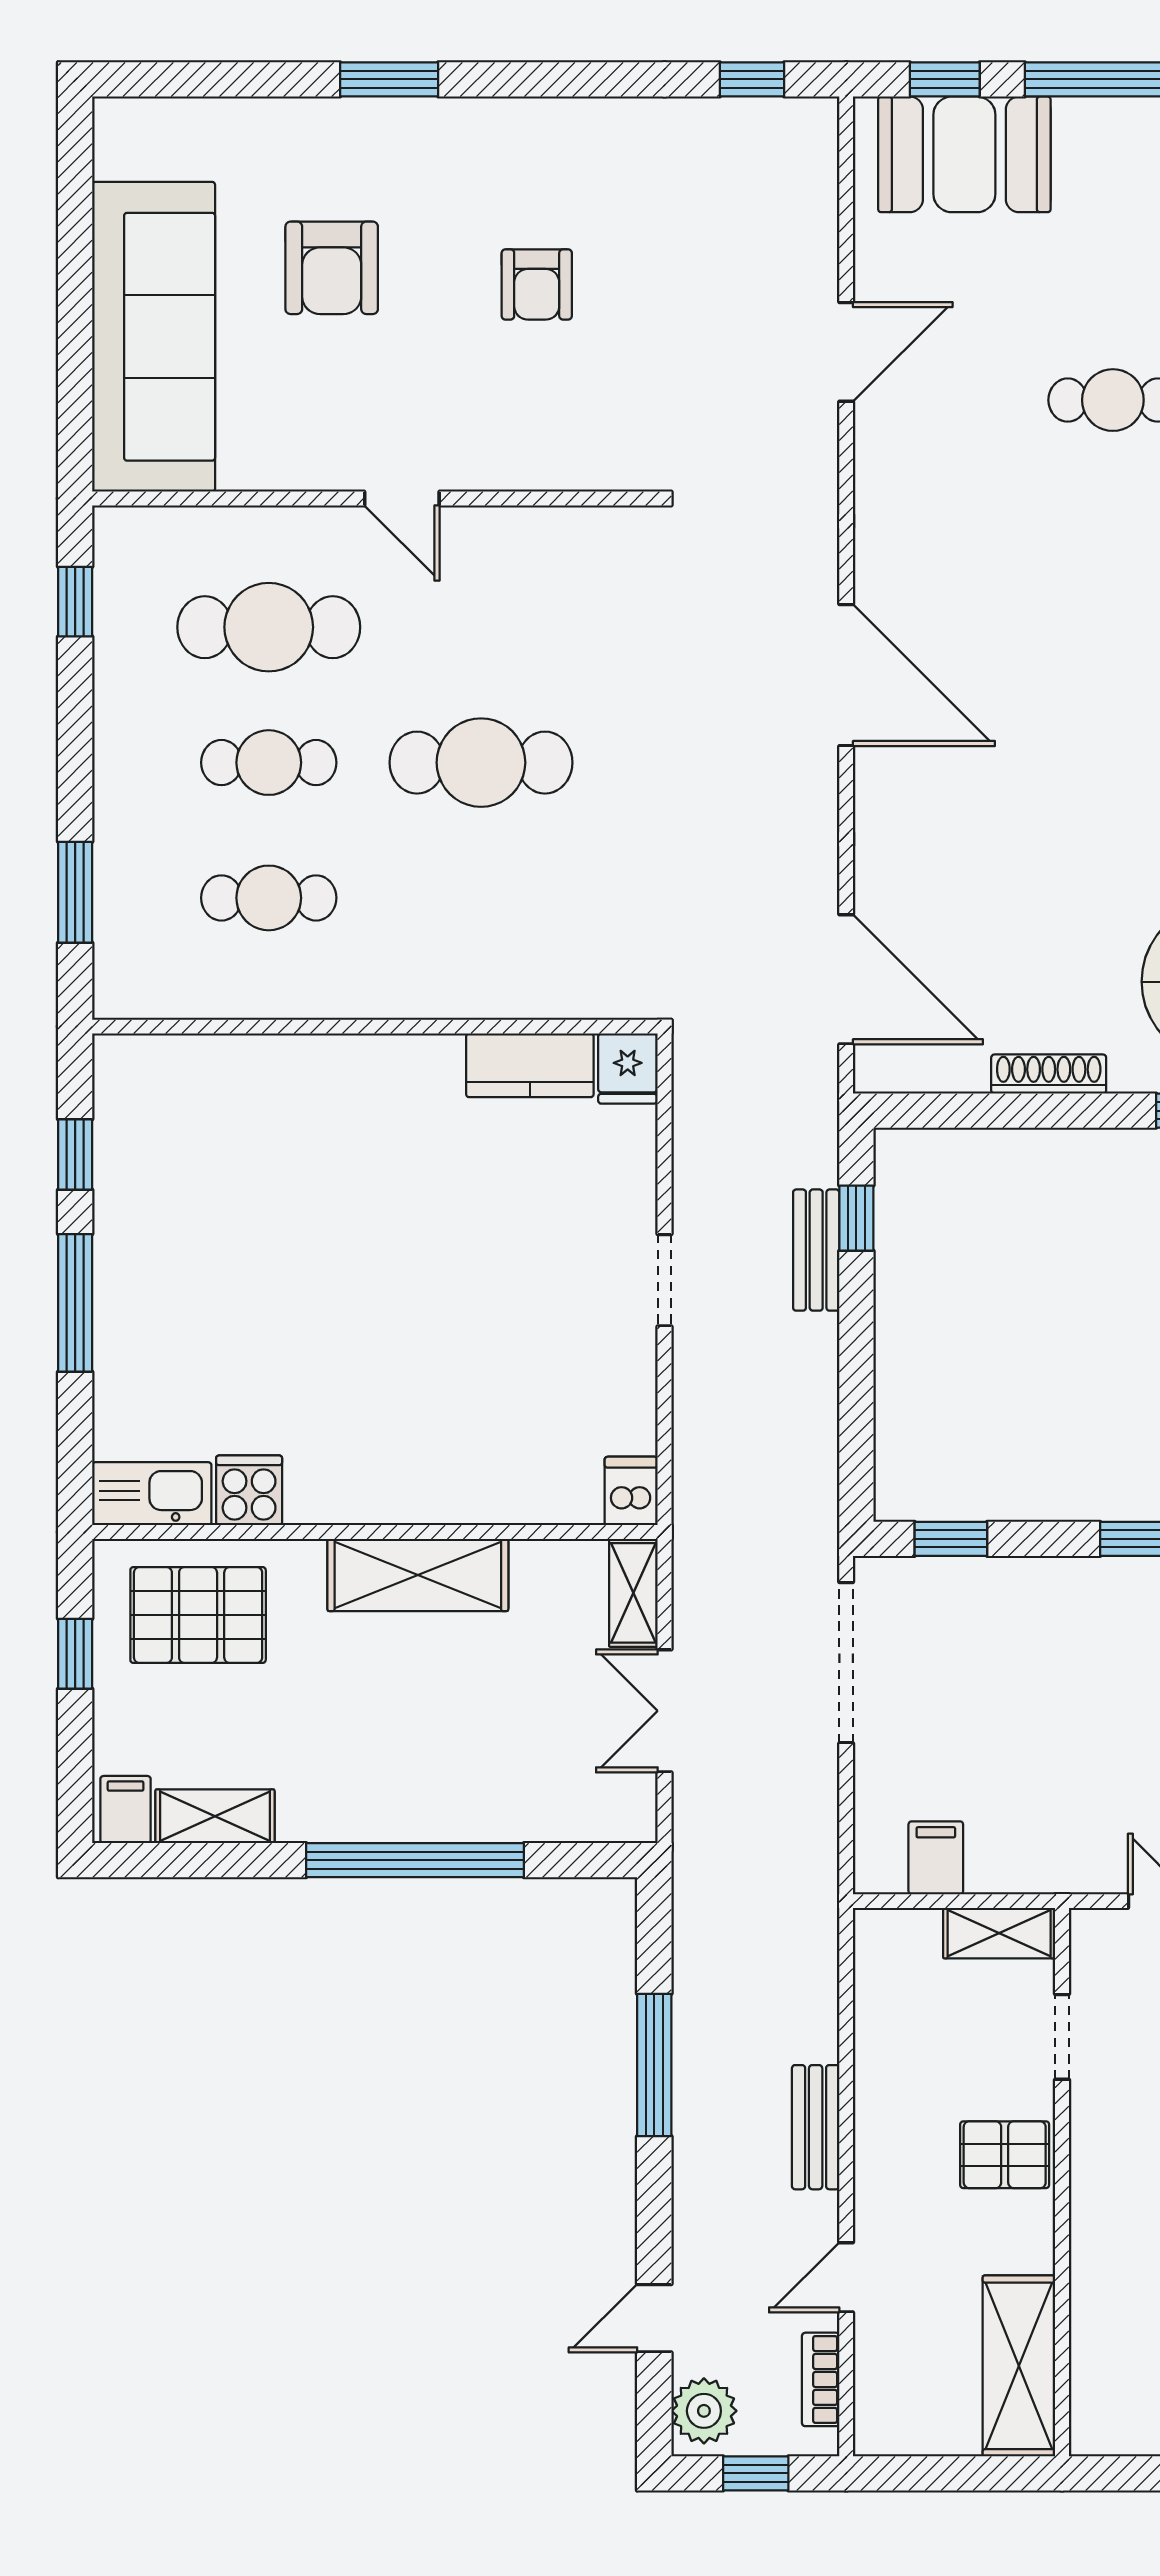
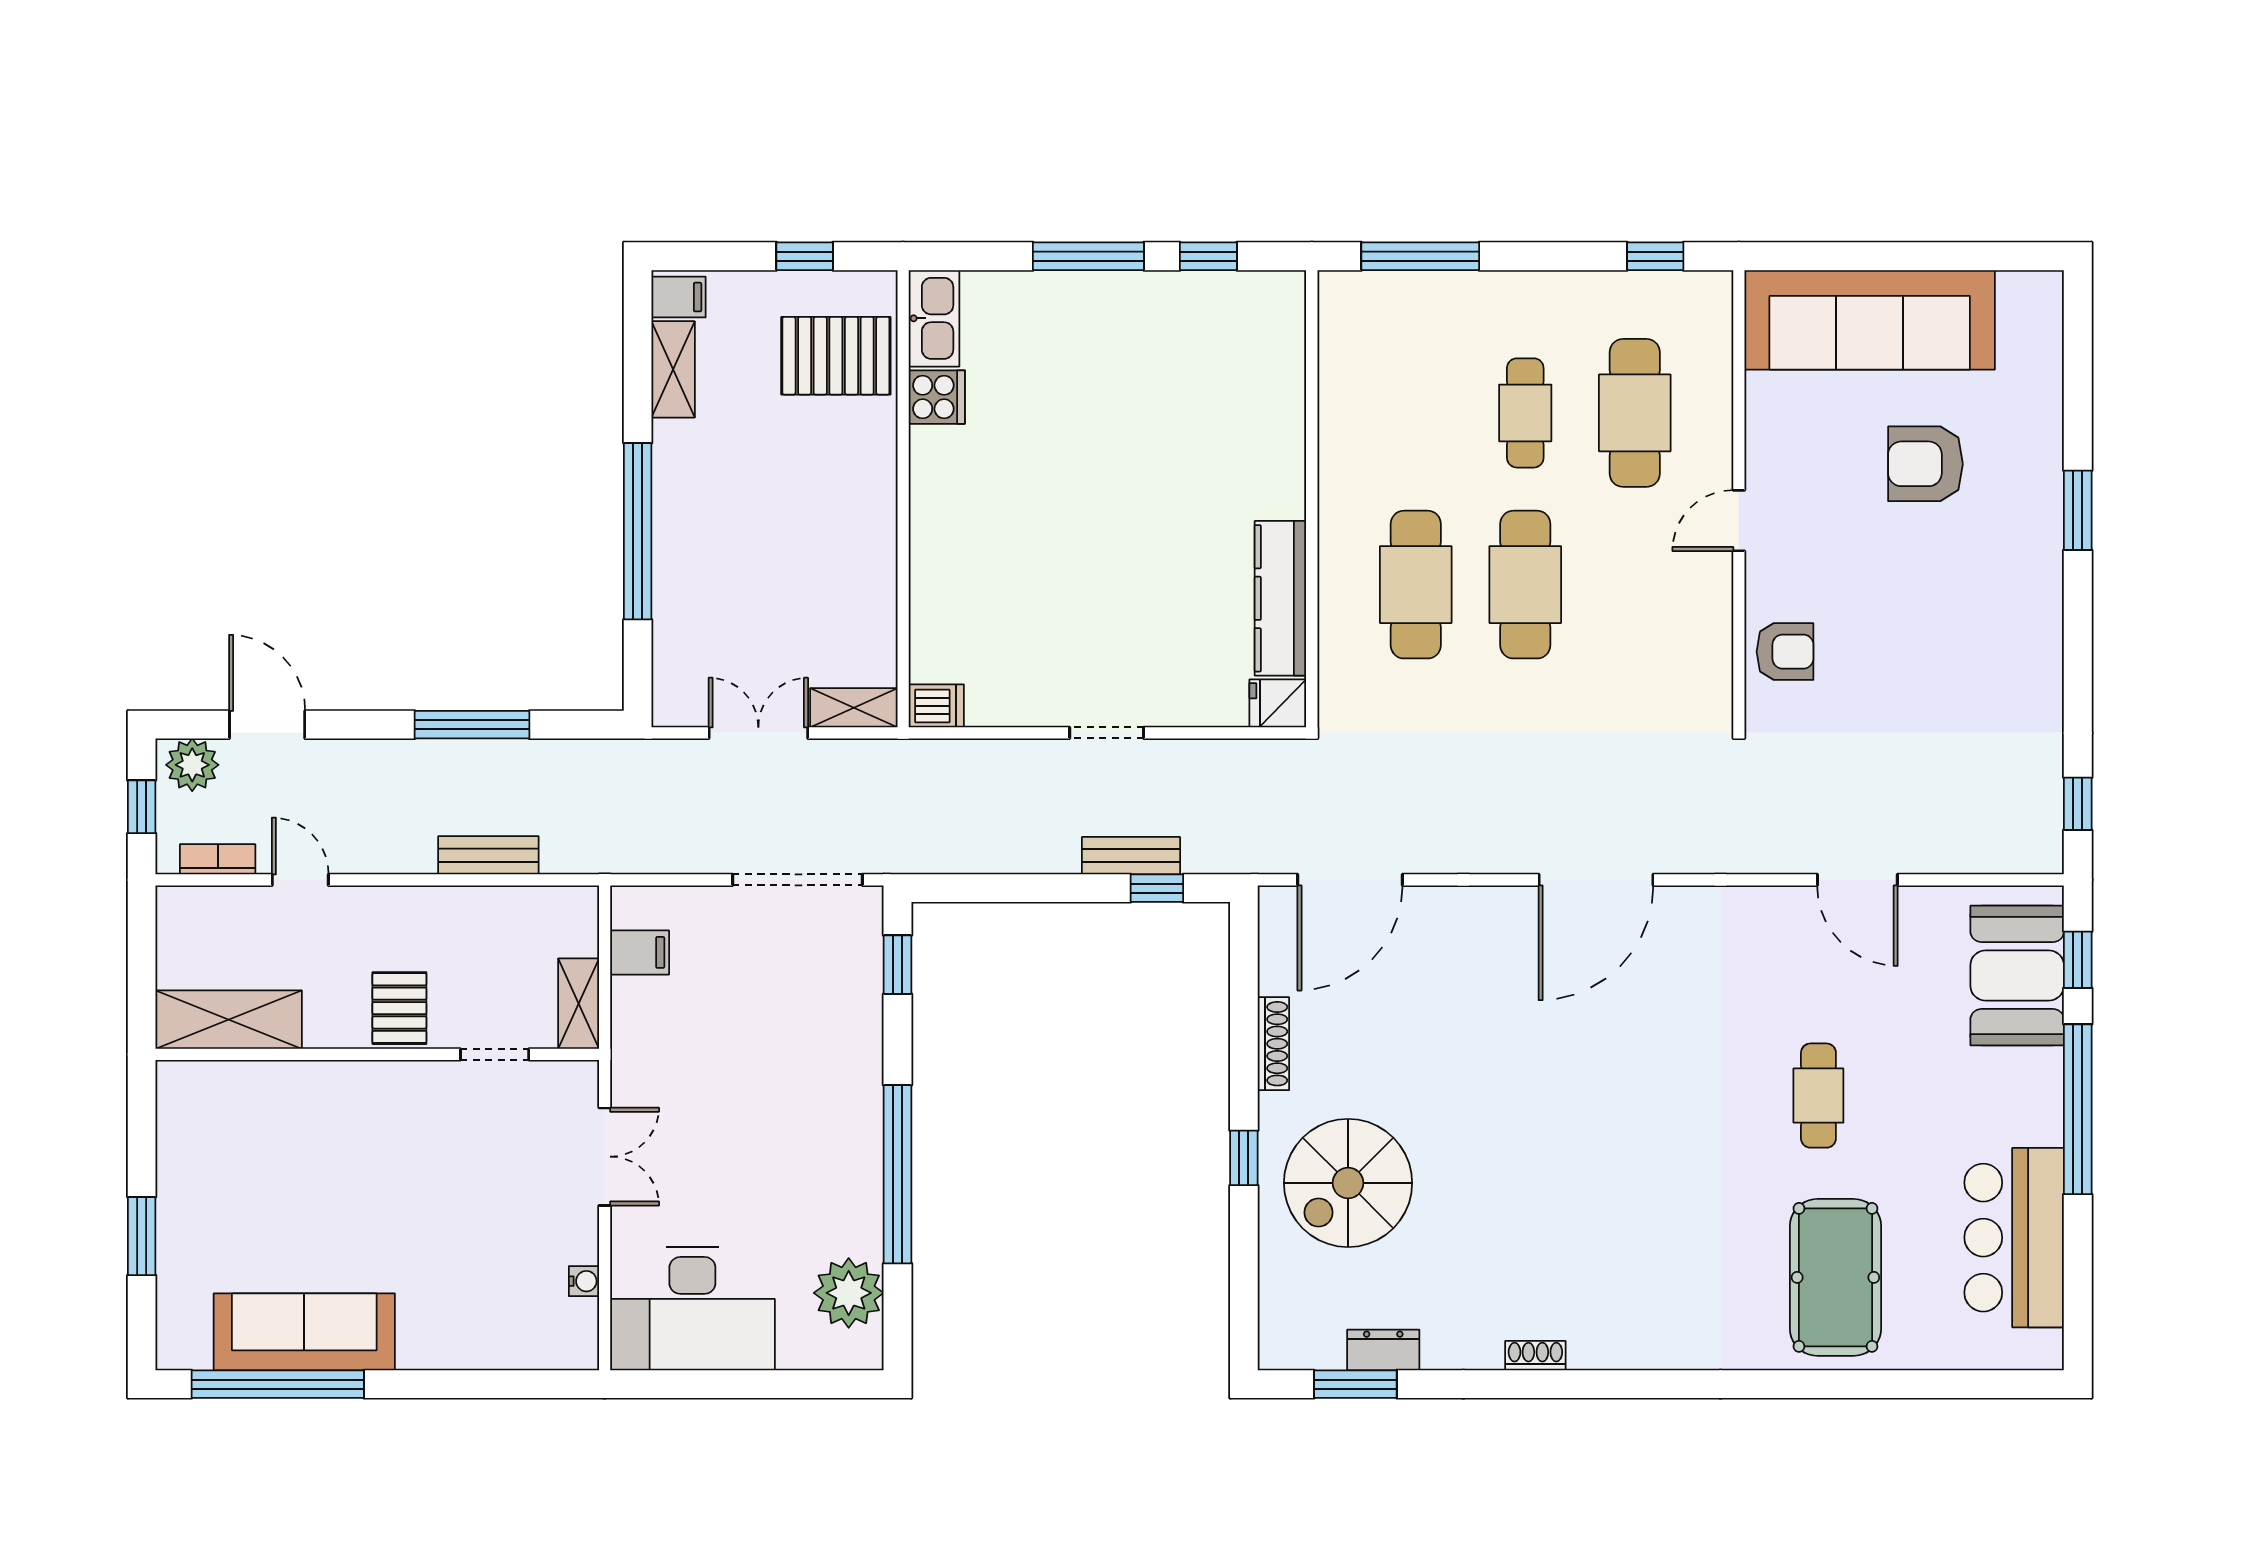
armchair: (537, 284) -> (1785, 652), moved, turned 180
window: (75, 892) -> (1420, 256), width x1.44
cafe table: (269, 898) -> (1416, 585), moved, width x1.37, depth x1.35
kitchen counter: (530, 1065) -> (1280, 598), width x1.50
shelving: (418, 1575) -> (868, 533), removed
pallet: (198, 1615) -> (836, 356), turned 90
bench: (816, 2127) -> (488, 855), moved
door: (654, 2318) -> (267, 725), width x1.38

